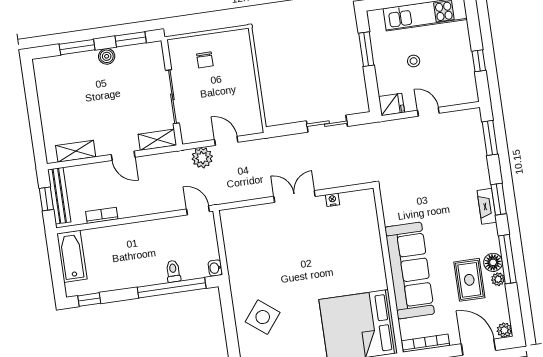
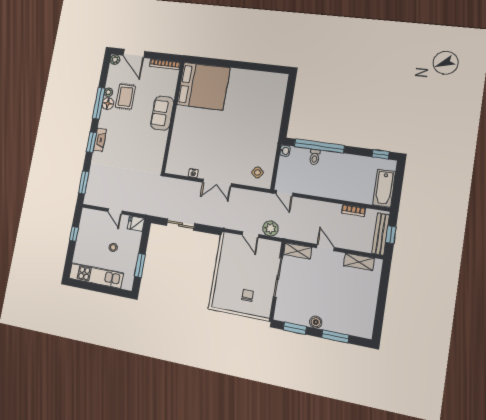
sofa: (410, 271) -> (162, 113), width x0.54, depth x0.79
side table: (263, 317) -> (257, 172), moved, width x0.54, depth x0.54

